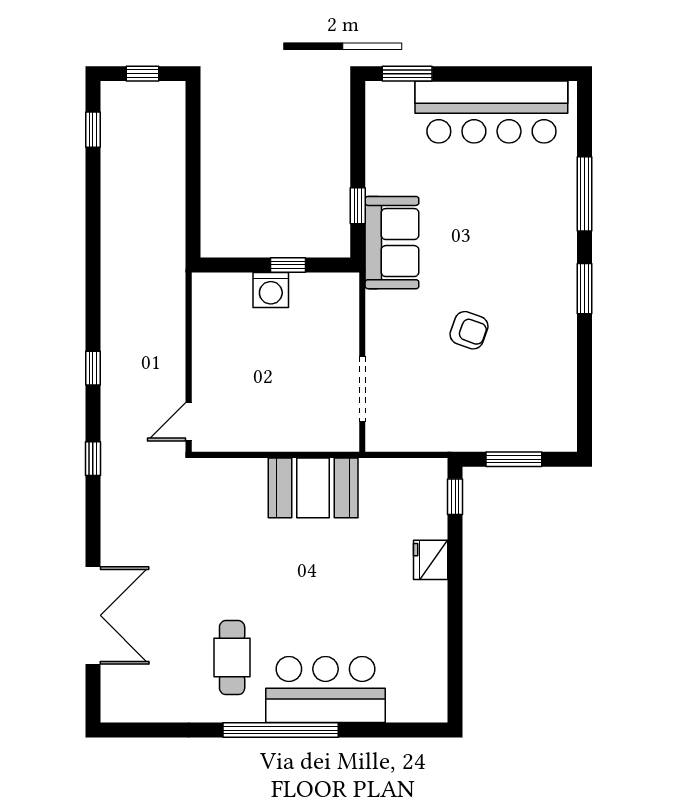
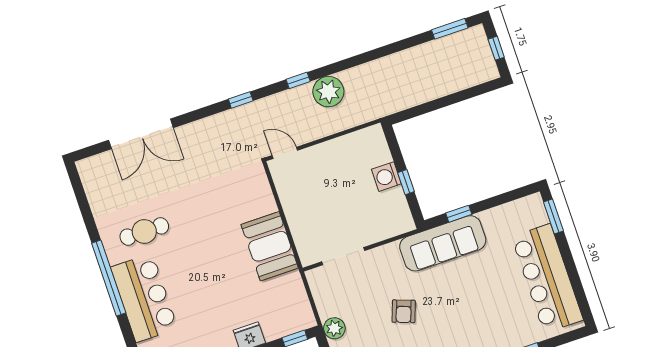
window: (93, 130) -> (450, 29), width x1.50
sofa: (392, 243) -> (443, 243), width x1.36
plant: (123, 331) -> (328, 92), added
plant: (460, 436) -> (334, 328), added

